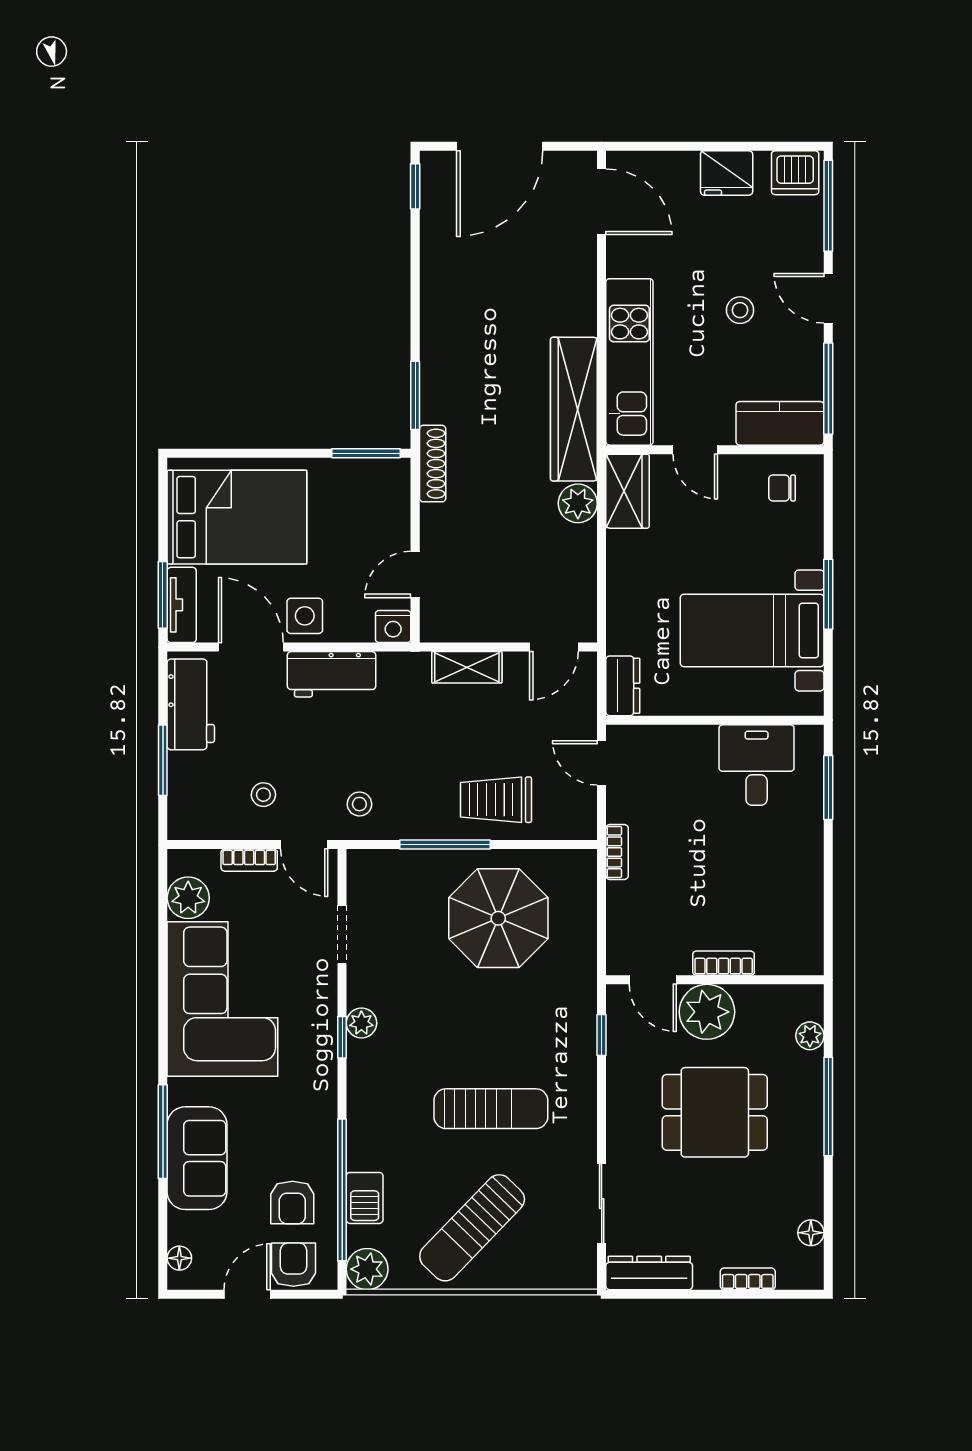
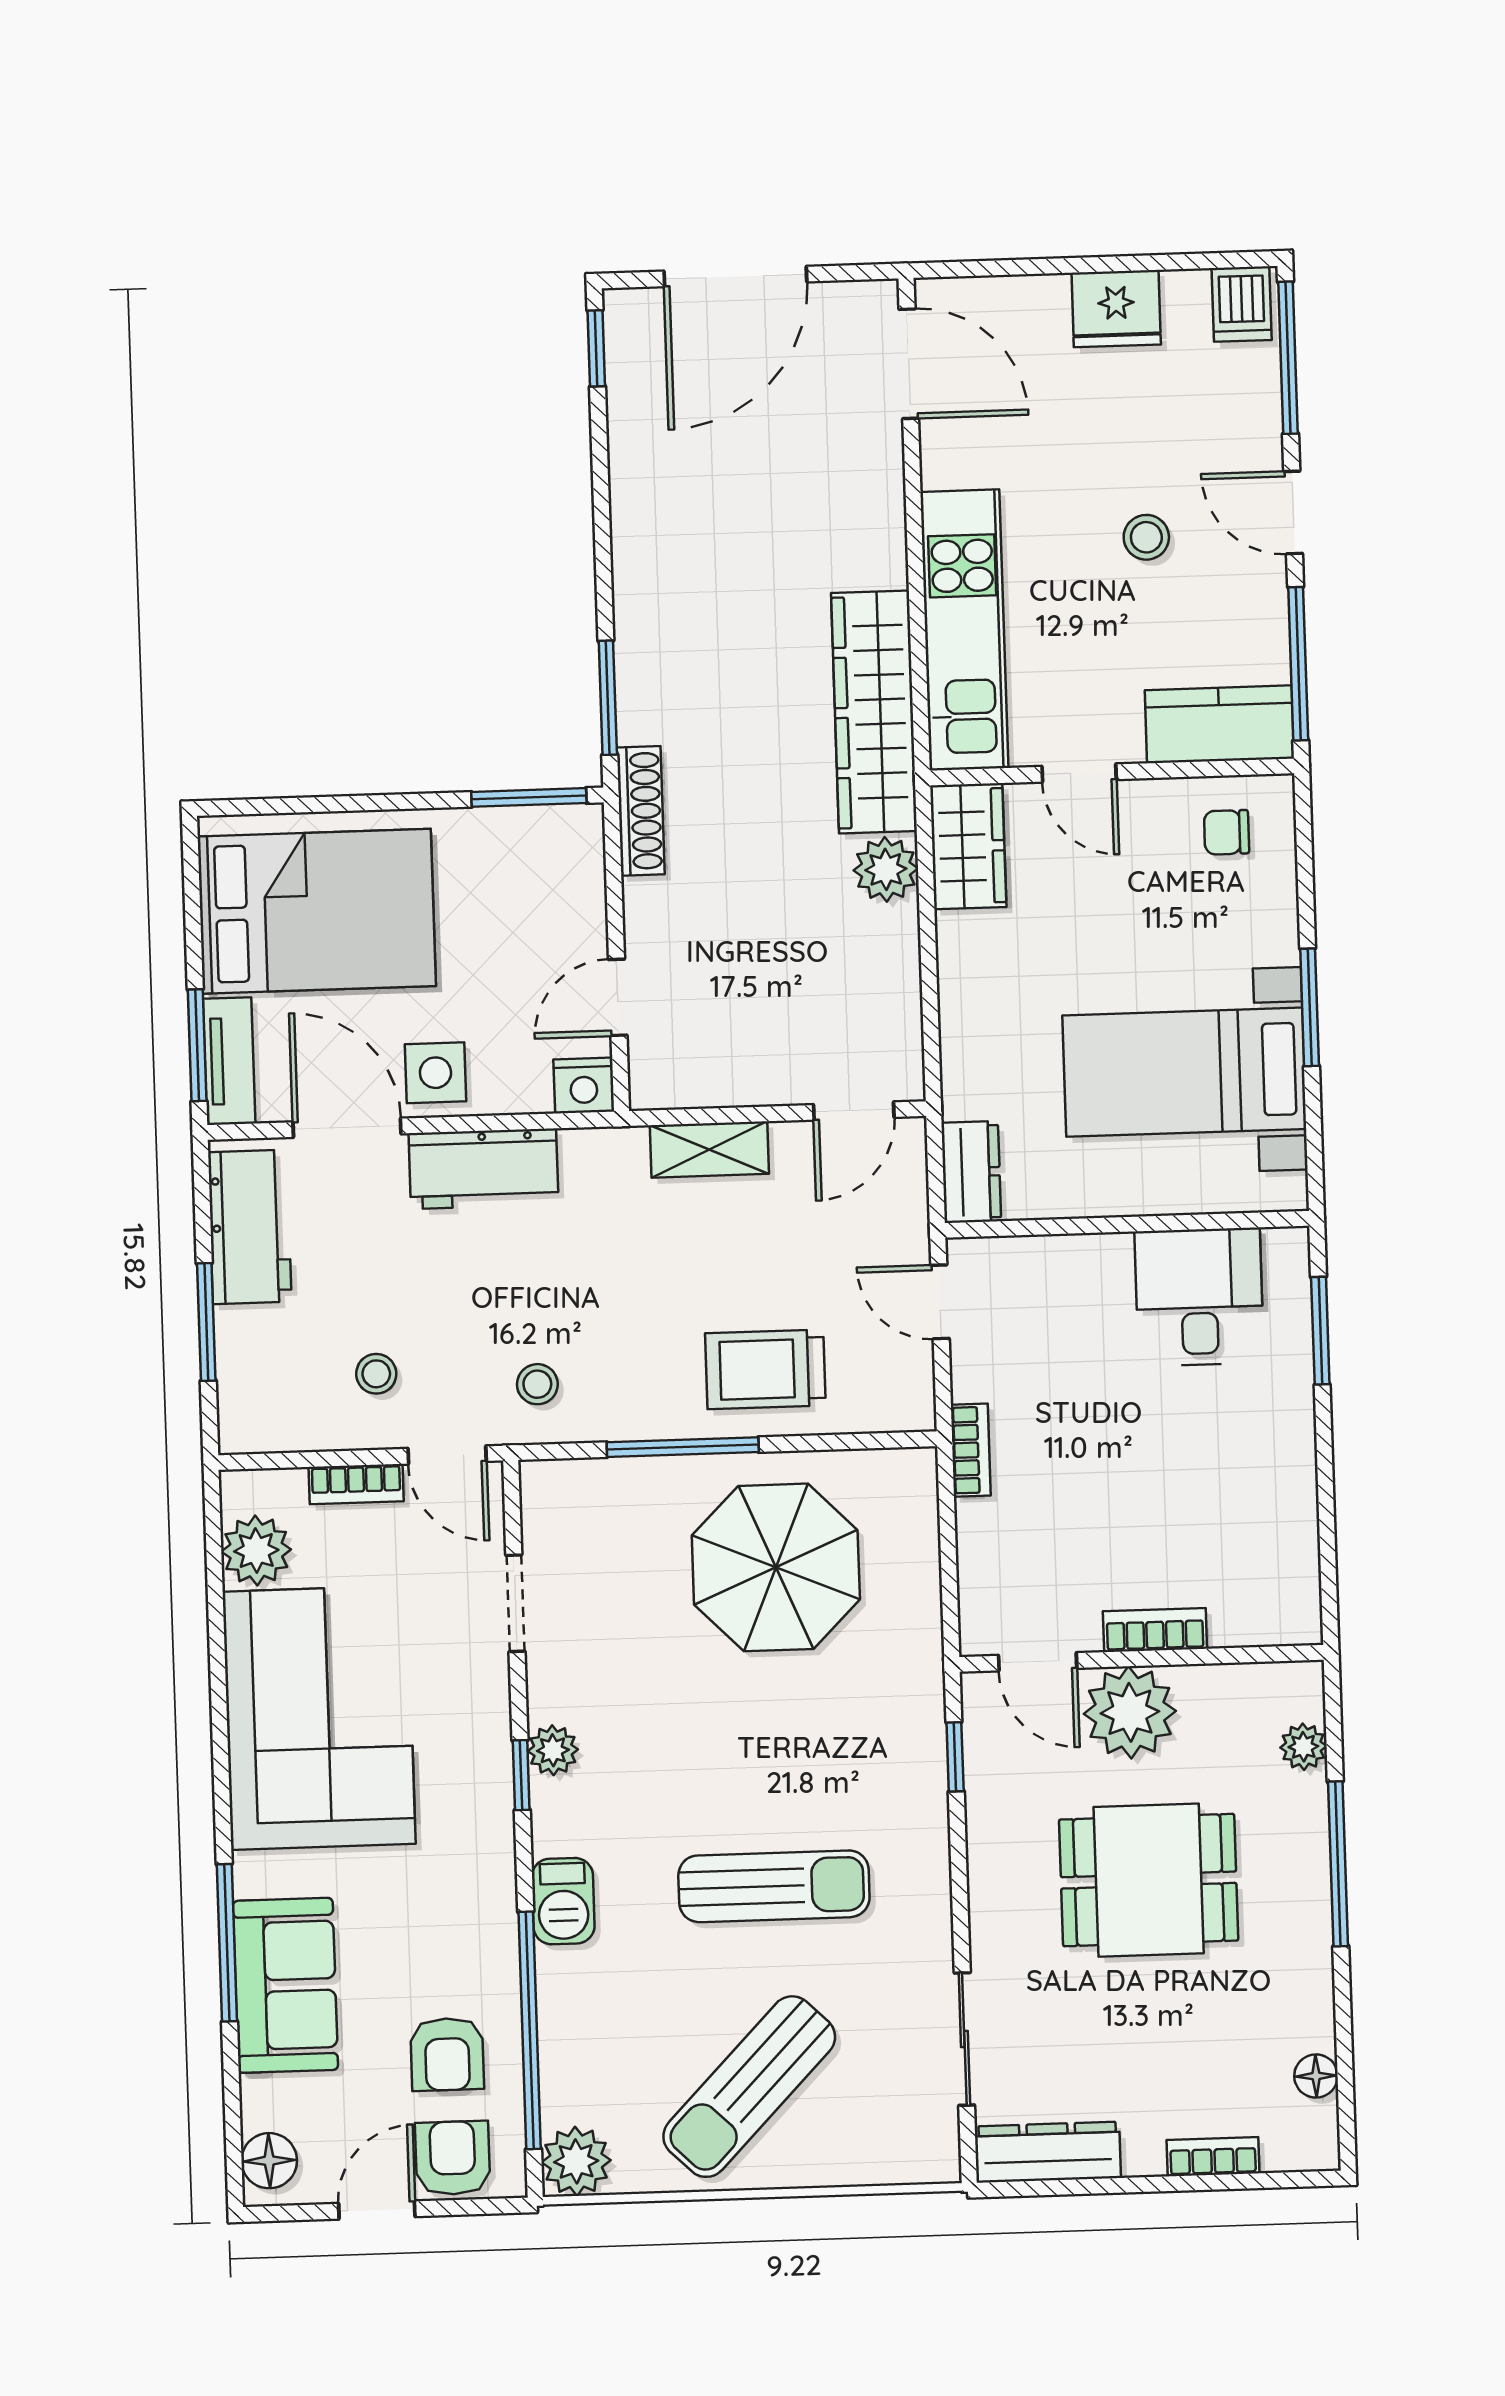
dishwasher: (795, 173) -> (1242, 304), width x0.73
barbecue: (365, 1198) -> (563, 1901), moved
floor lamp: (179, 1258) -> (269, 2161), width x1.37, depth x1.37

